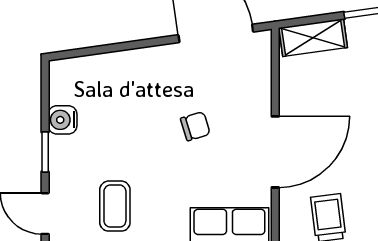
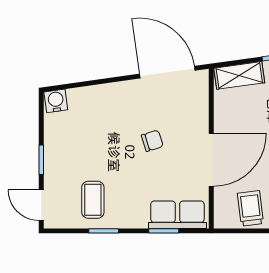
water cooler: (63, 120) -> (56, 101), moved, turned 82

